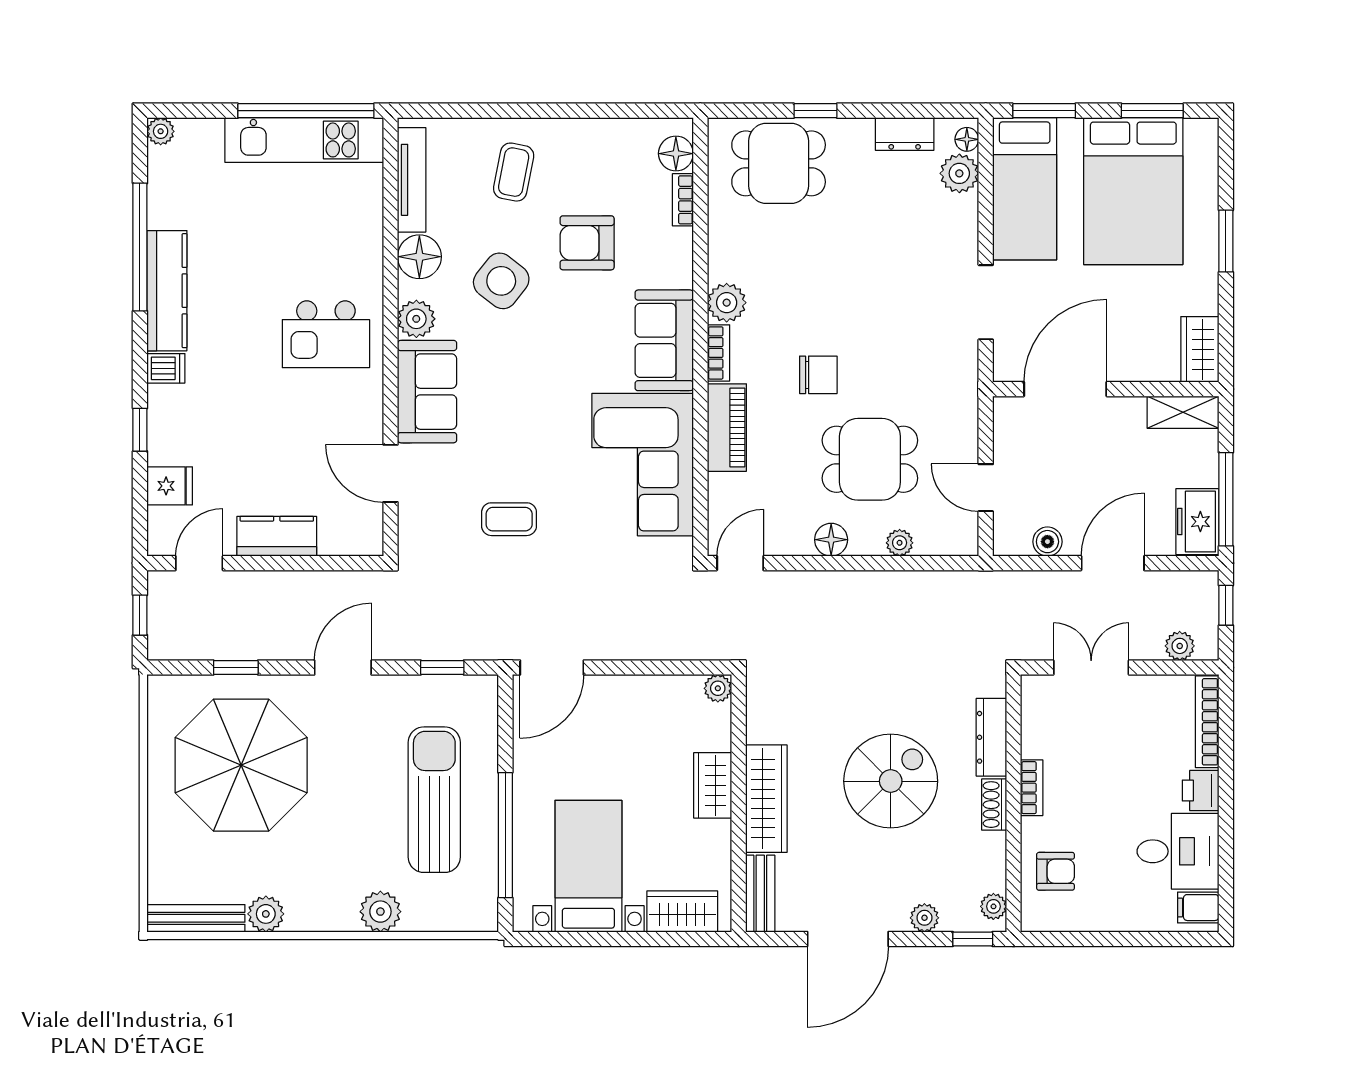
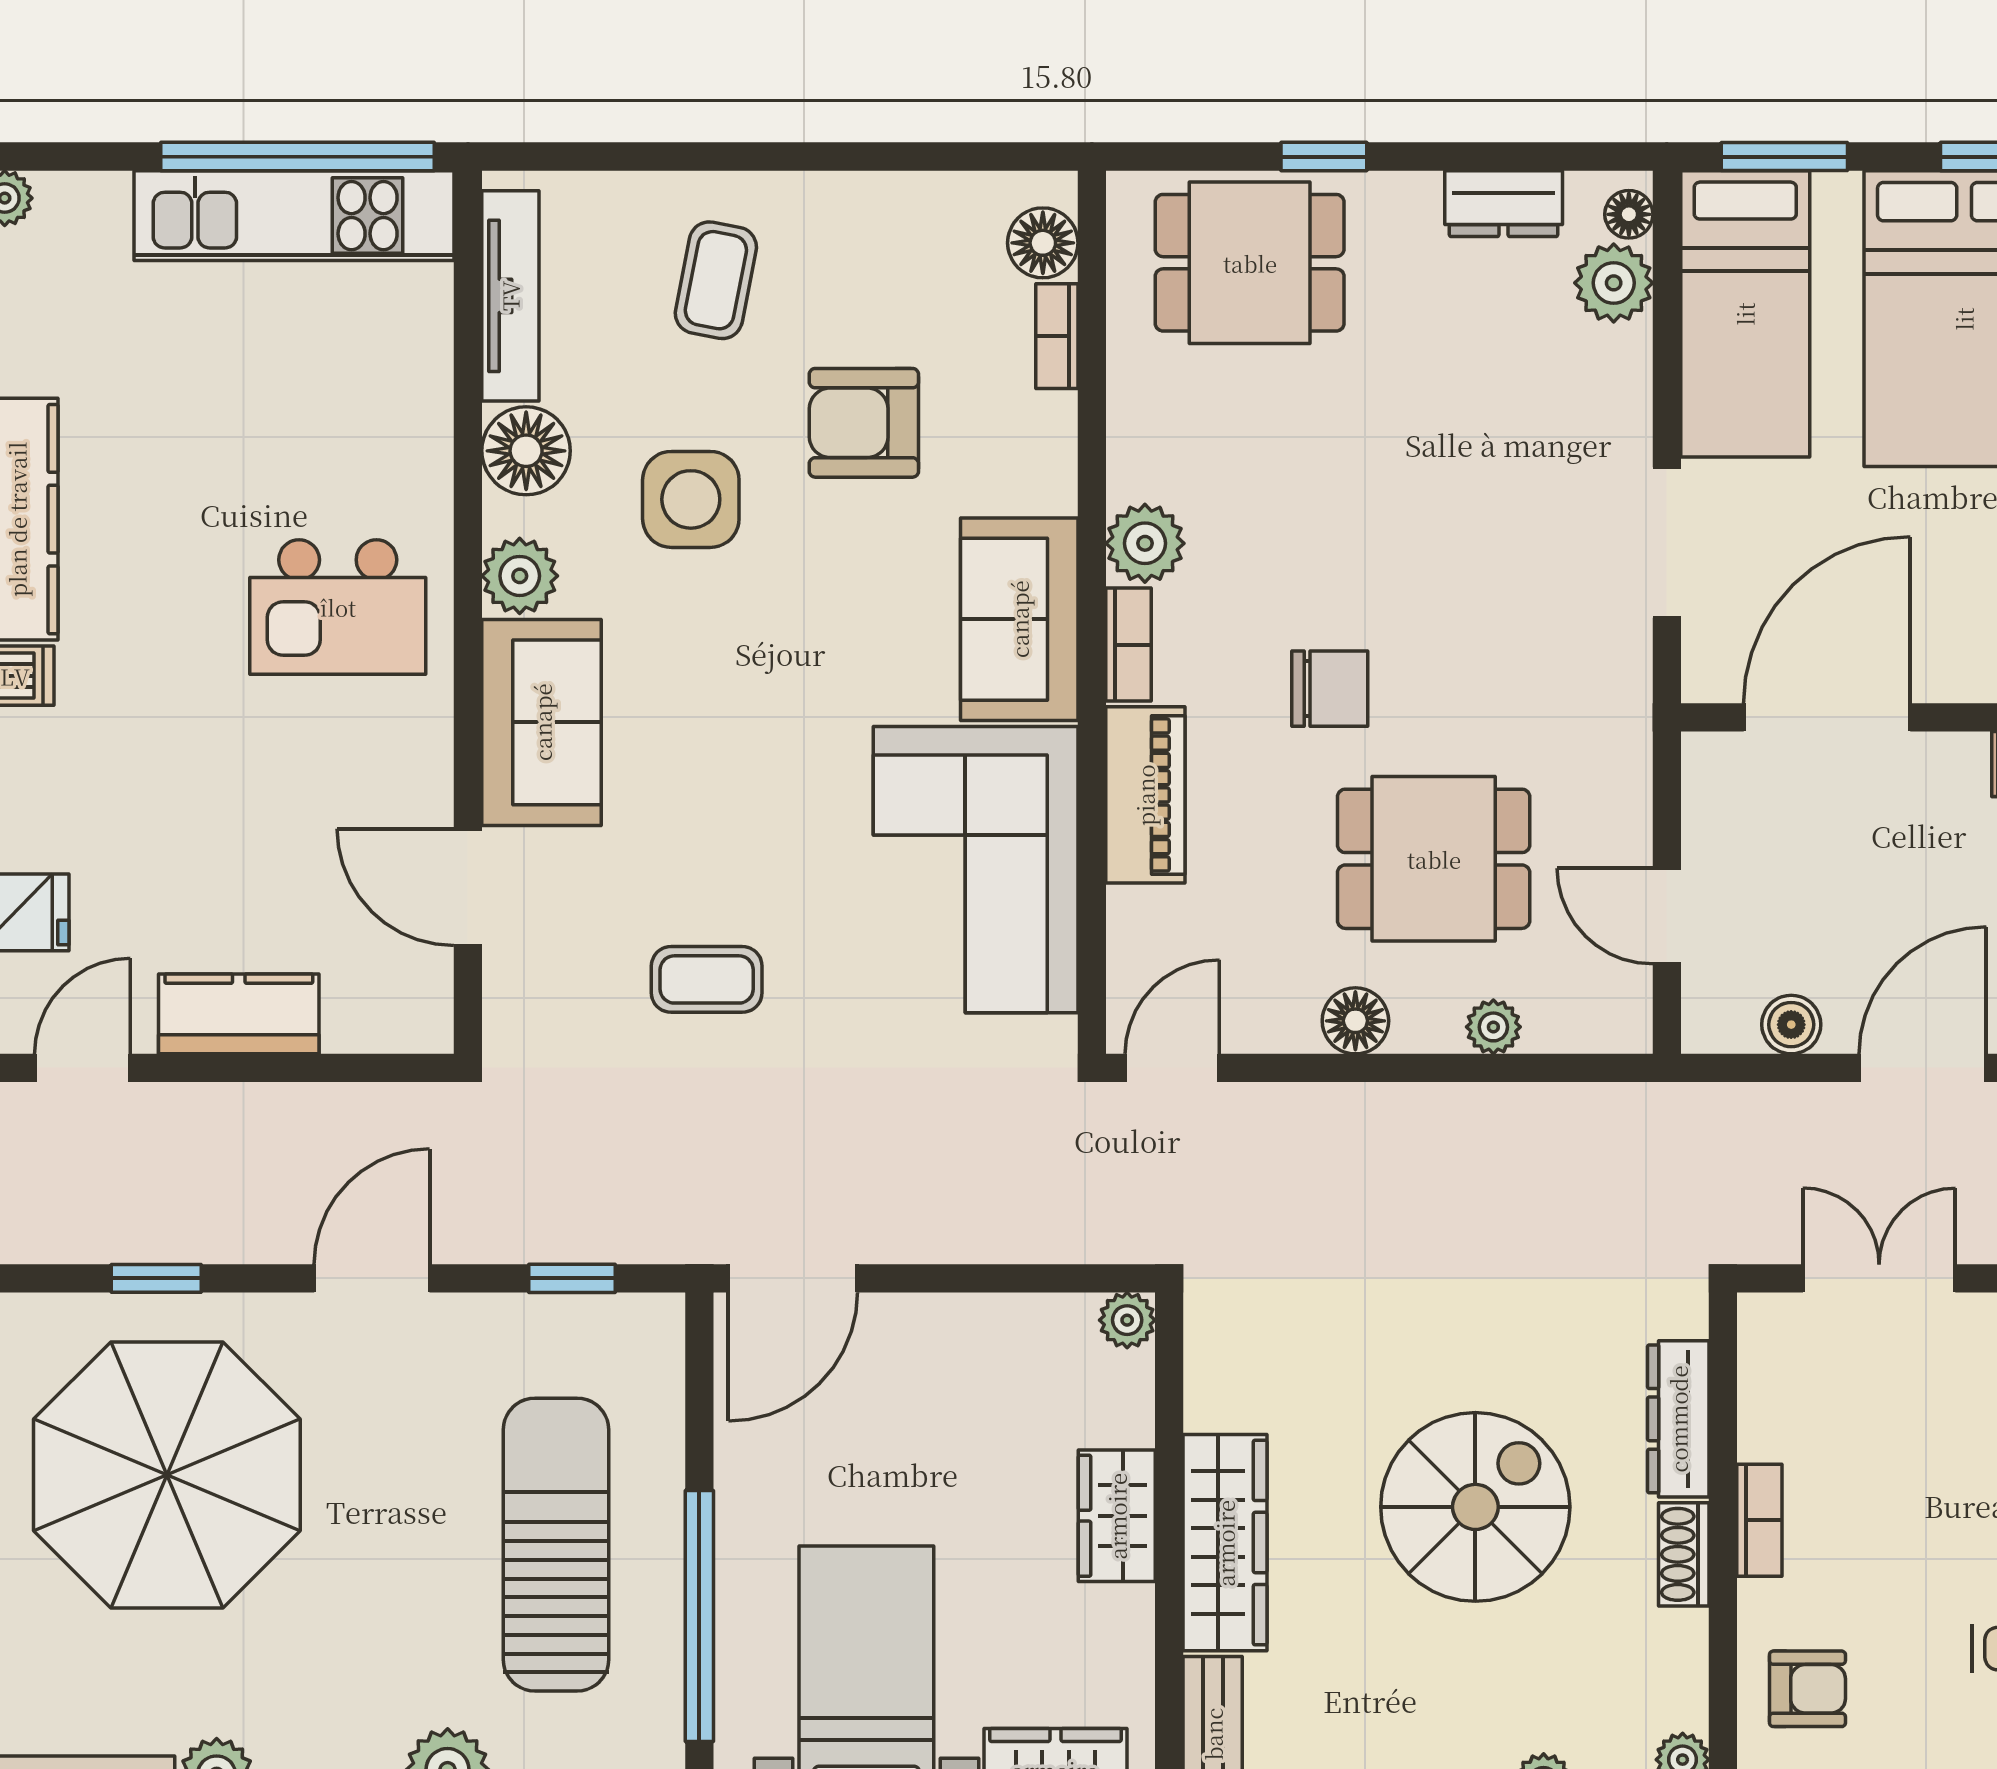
side table: (501, 281) -> (691, 499), turned -38

